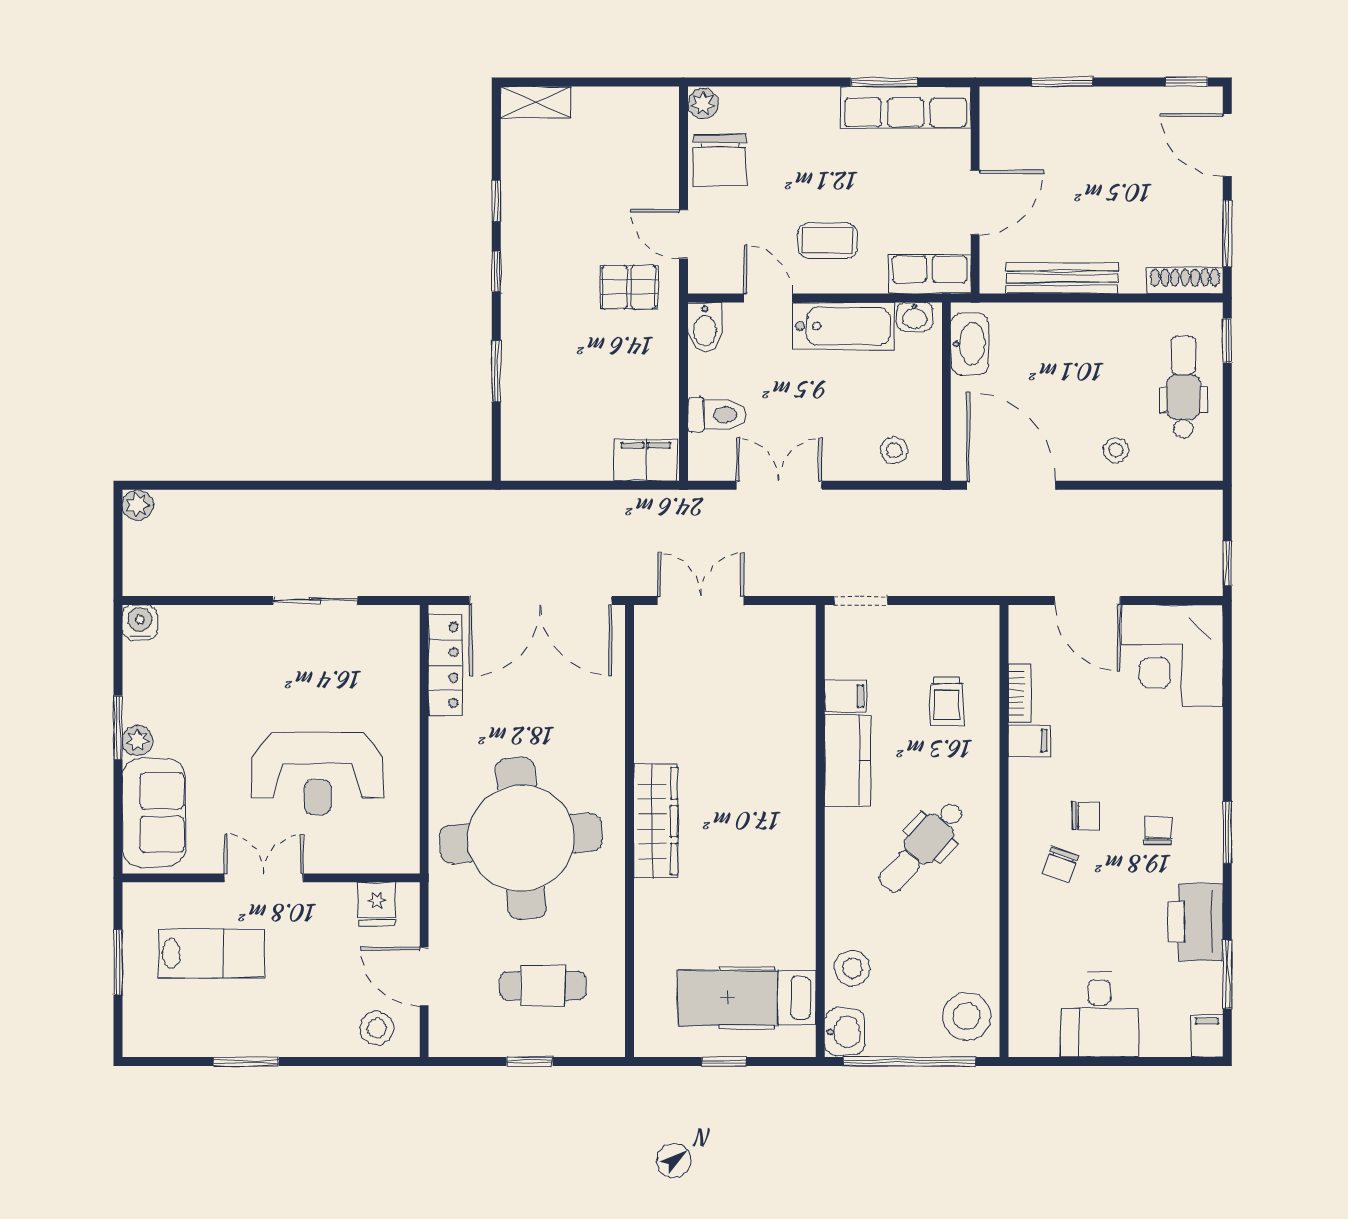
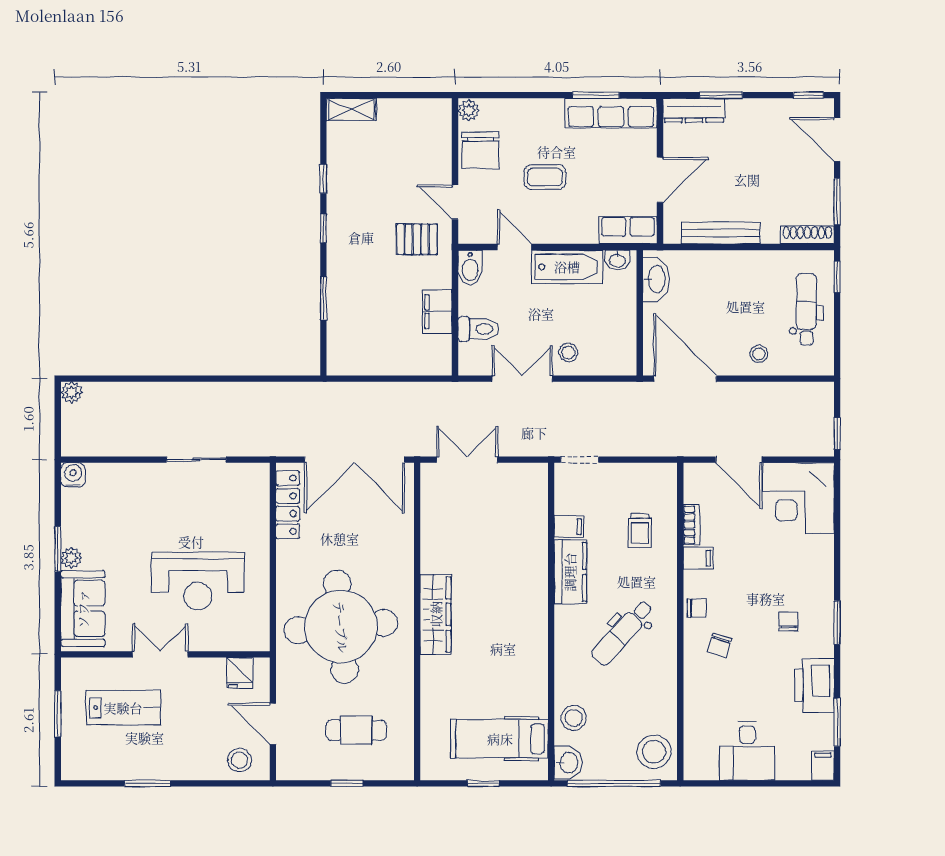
dresser: (1024, 104) -> (694, 110), added
coffee table: (828, 241) -> (545, 177), moved
stool: (894, 450) -> (568, 353), moved
filing cabinet: (646, 460) -> (437, 312), moved, turned -90
chair: (1086, 816) -> (697, 608), moved

